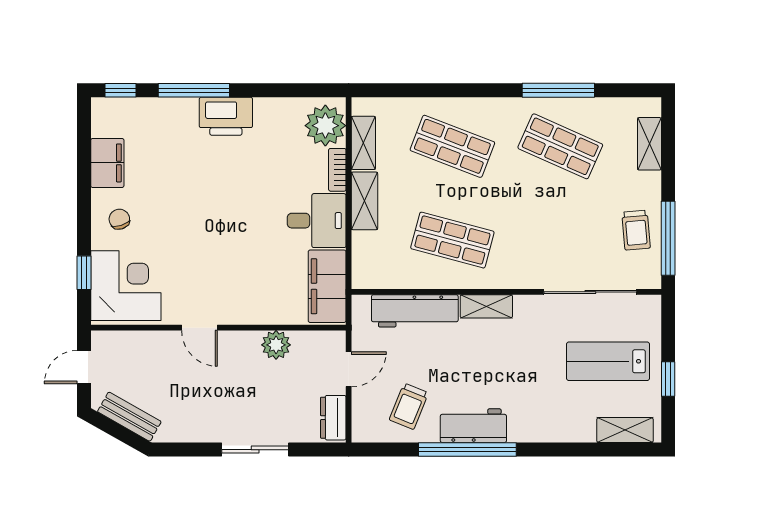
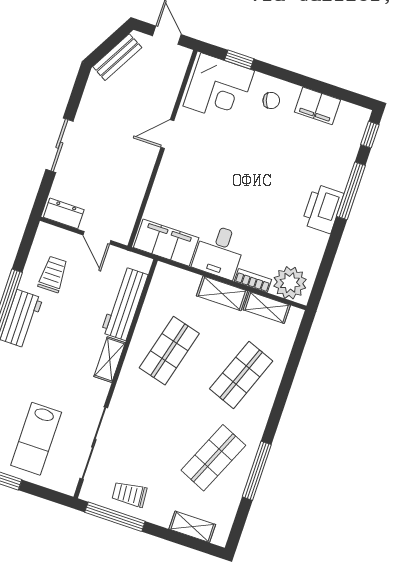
plant: (276, 345) -> (134, 188), removed
lab bench: (608, 361) -> (36, 439), turned 180
trolley: (409, 406) -> (53, 274), turned 68

